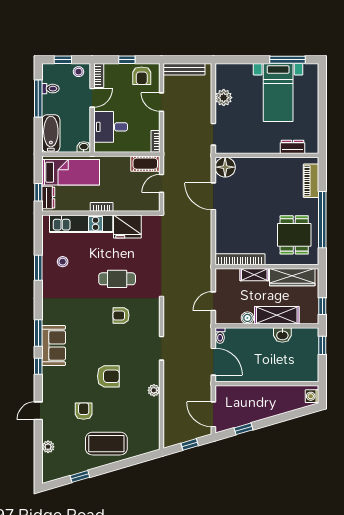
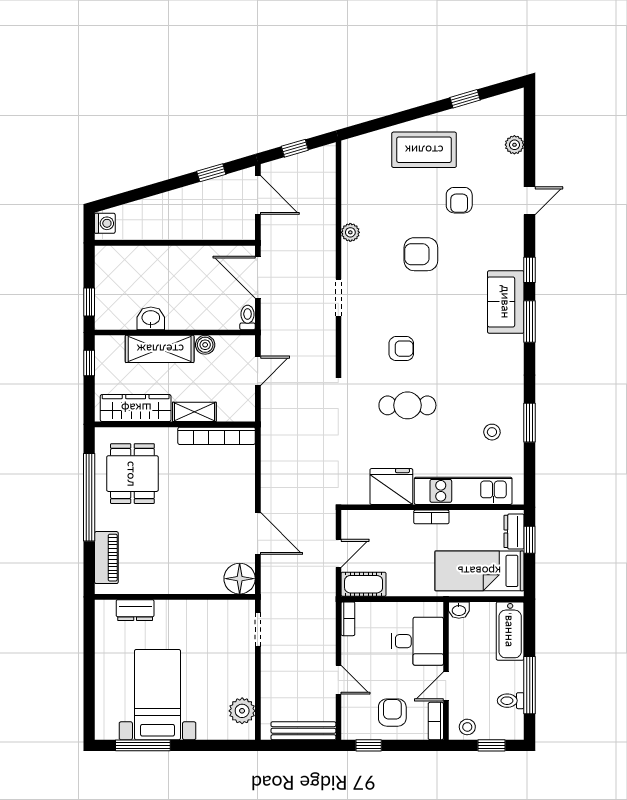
window: (127, 60) -> (369, 745), moved
armchair: (142, 76) -> (392, 713), moved
plant: (224, 98) -> (242, 711), moved

